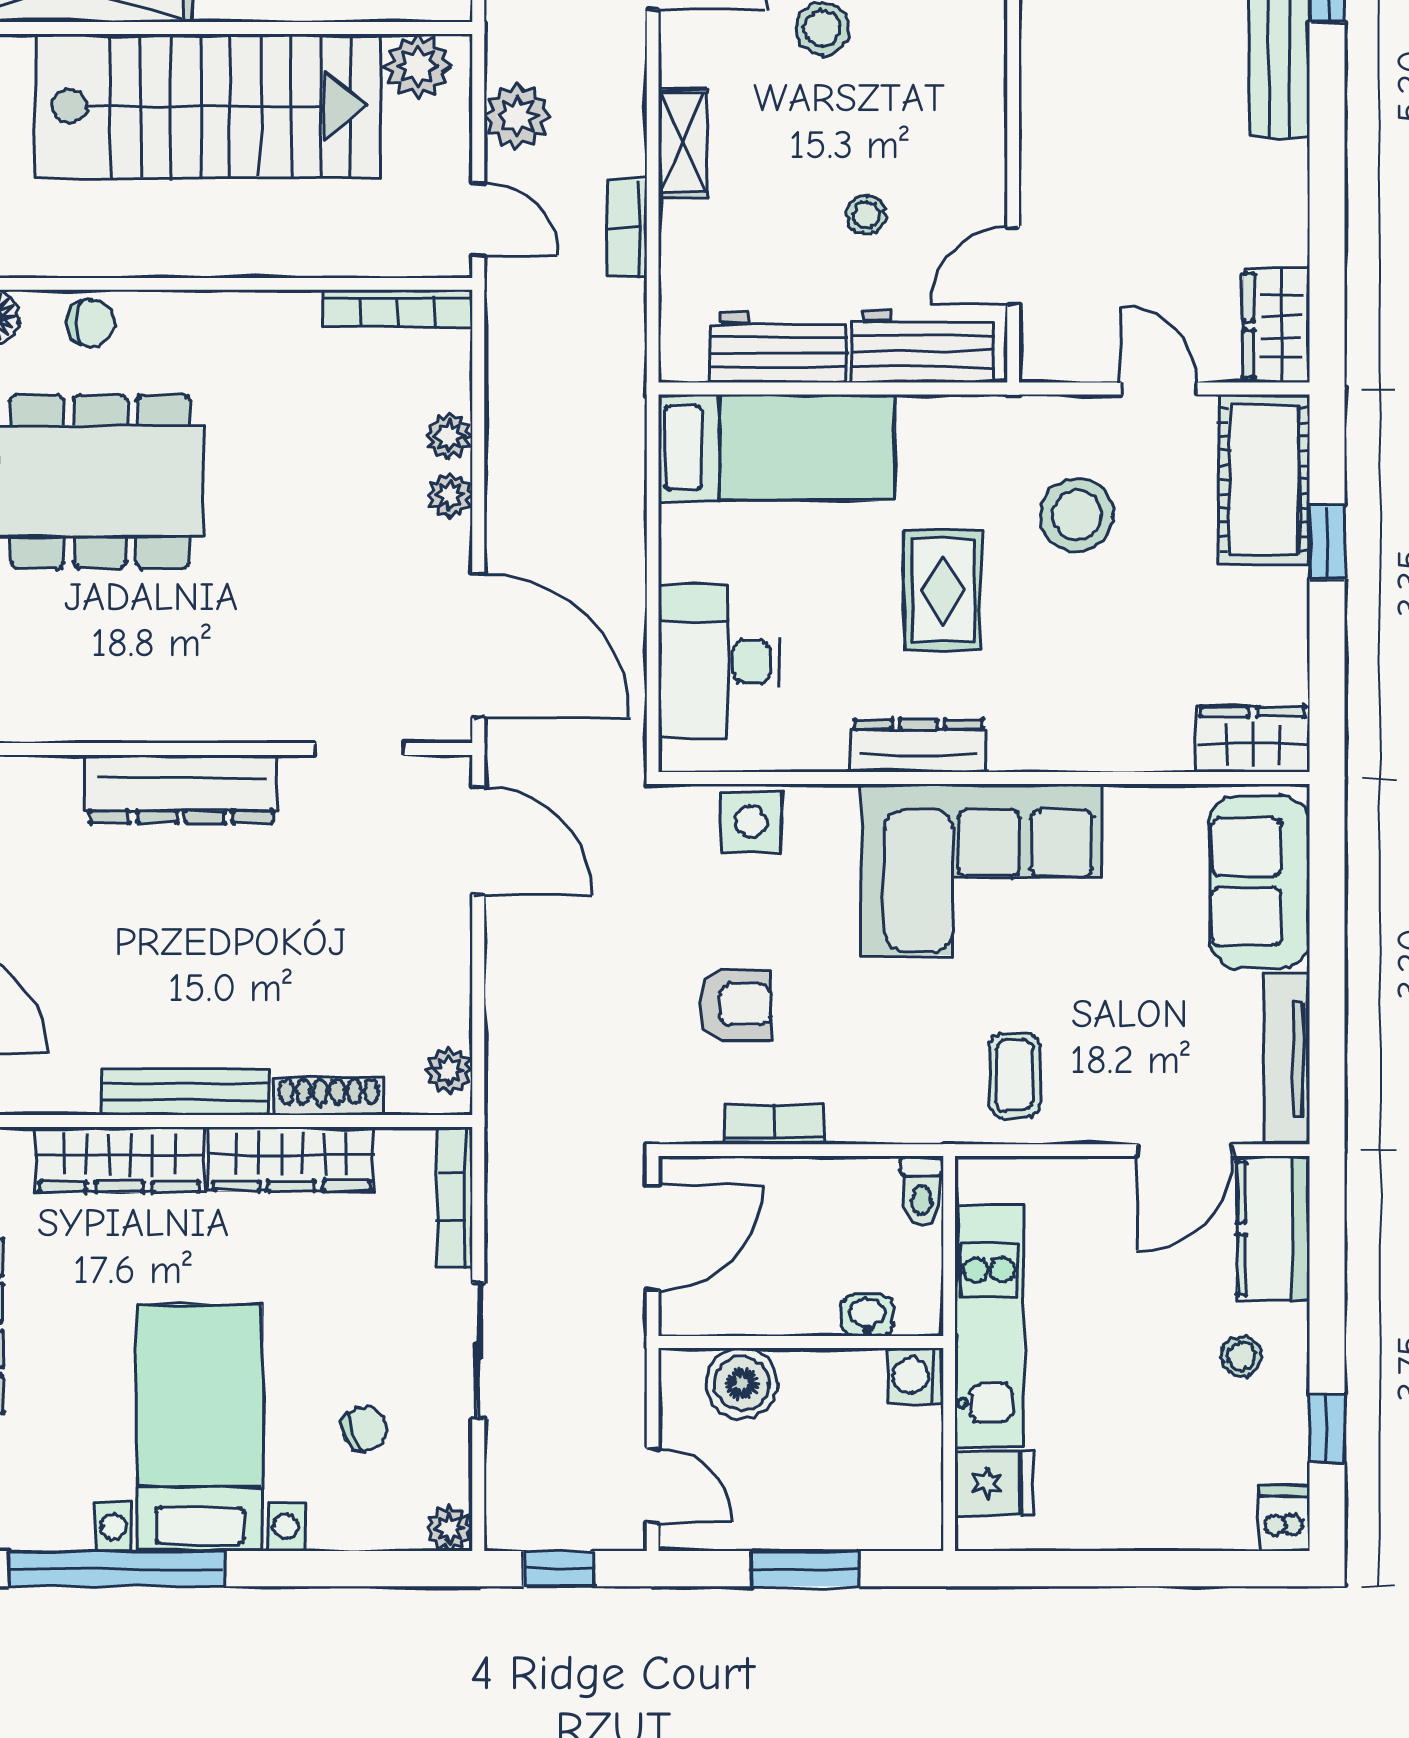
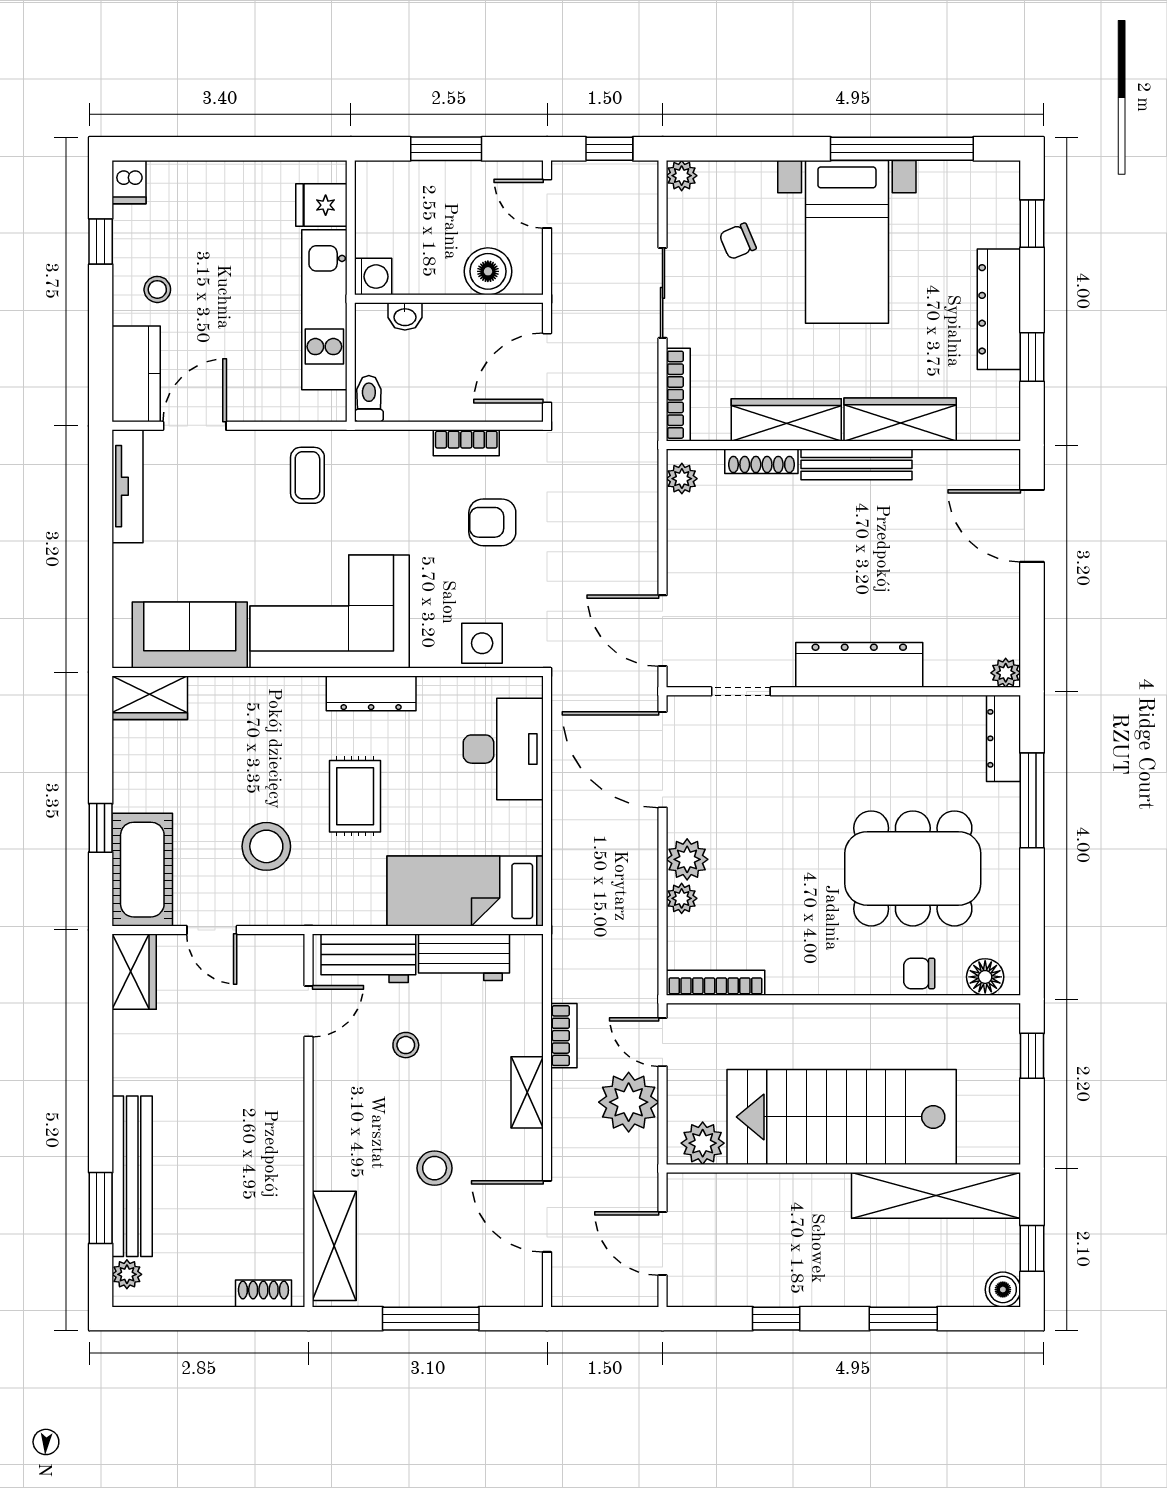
plant: (517, 116) -> (629, 1102), width x1.36, depth x1.36
plant: (450, 495) -> (687, 859), width x1.38, depth x1.38
sofa: (1259, 882) -> (190, 635), moved, turned -90

